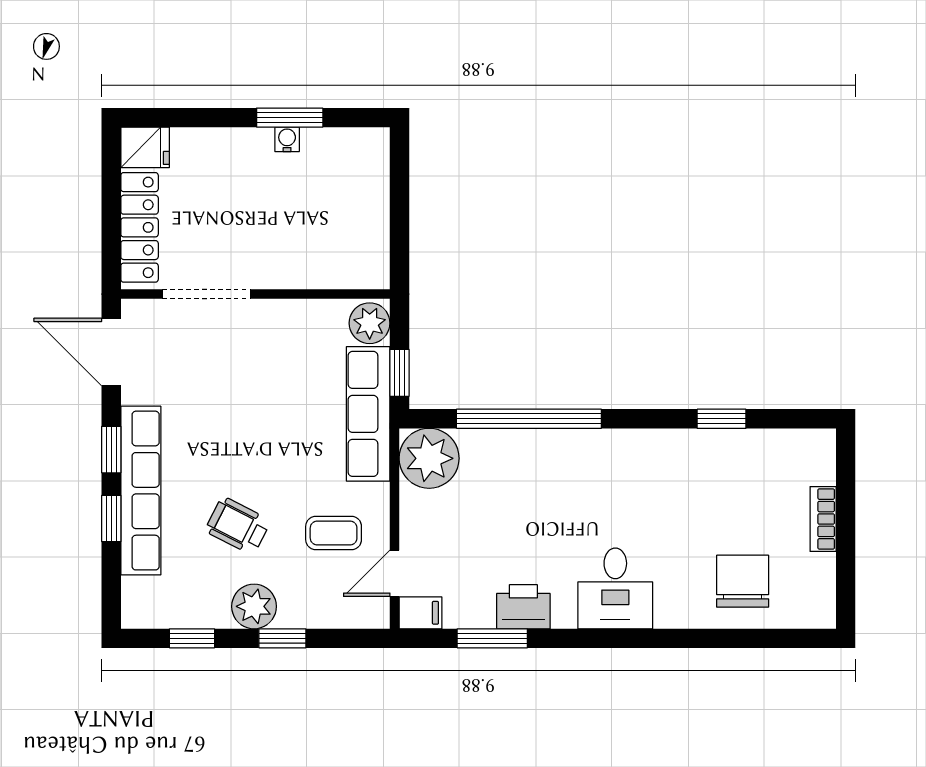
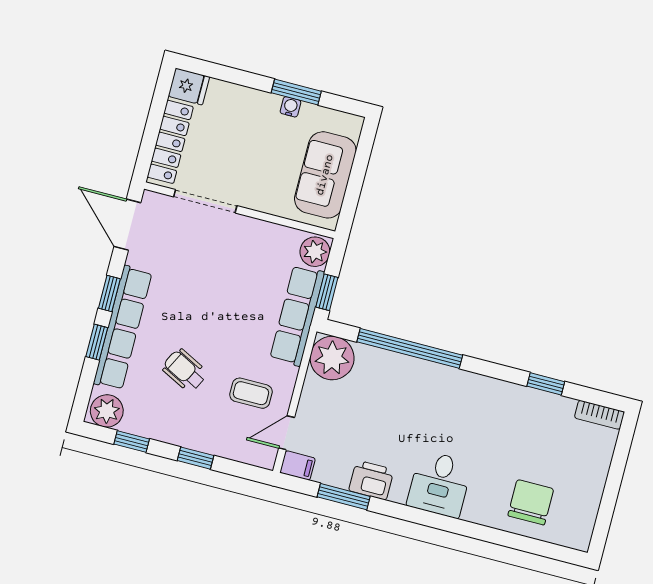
sofa: (357, 218) -> (325, 175), added
bookcase: (823, 519) -> (599, 415), moved, turned -90
plant: (254, 606) -> (107, 411), moved

